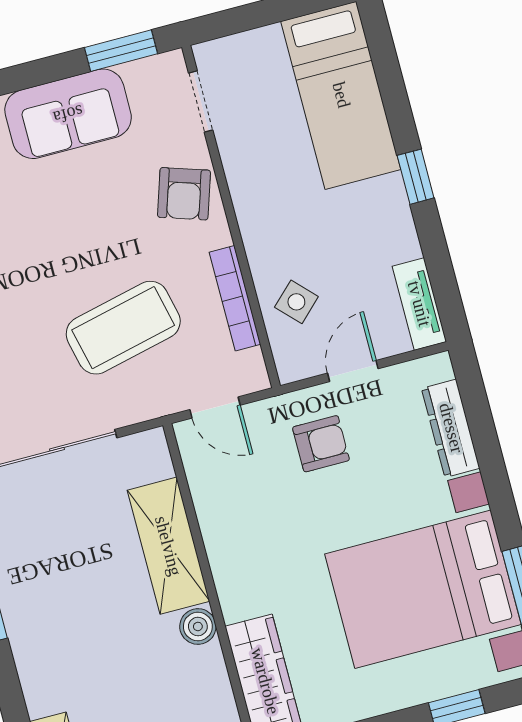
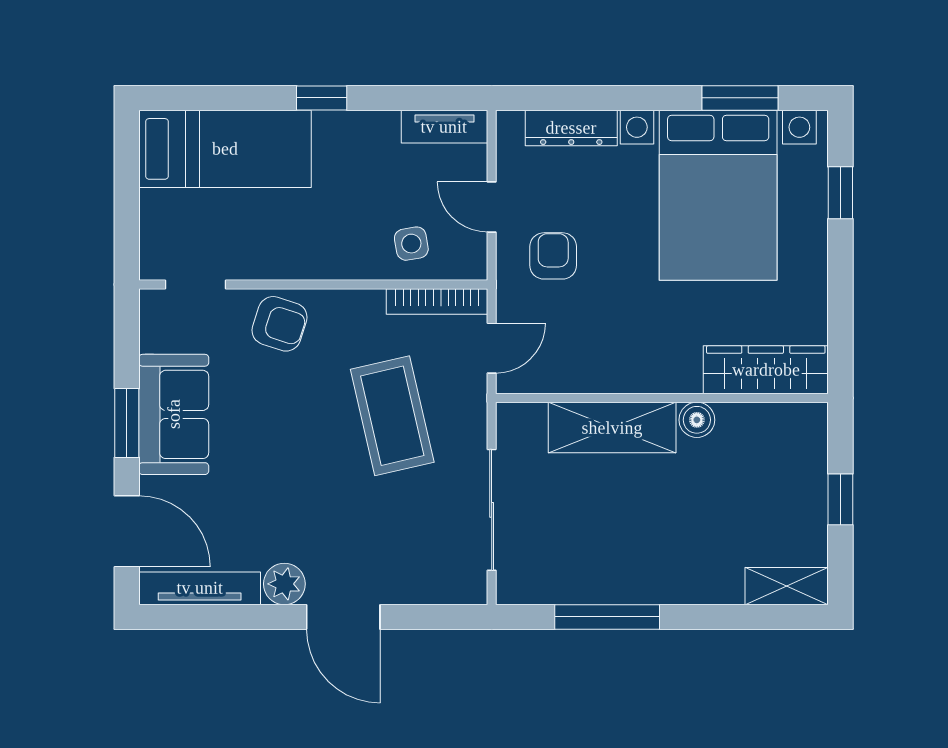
window: (121, 51) -> (127, 423), moved
bookcase: (235, 298) -> (437, 301), moved
side table: (296, 302) -> (411, 244), turned 34

